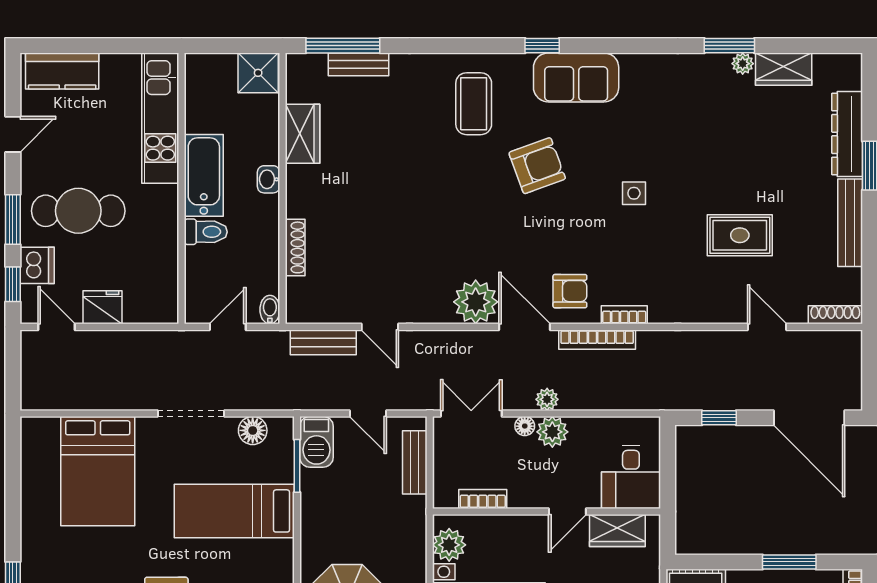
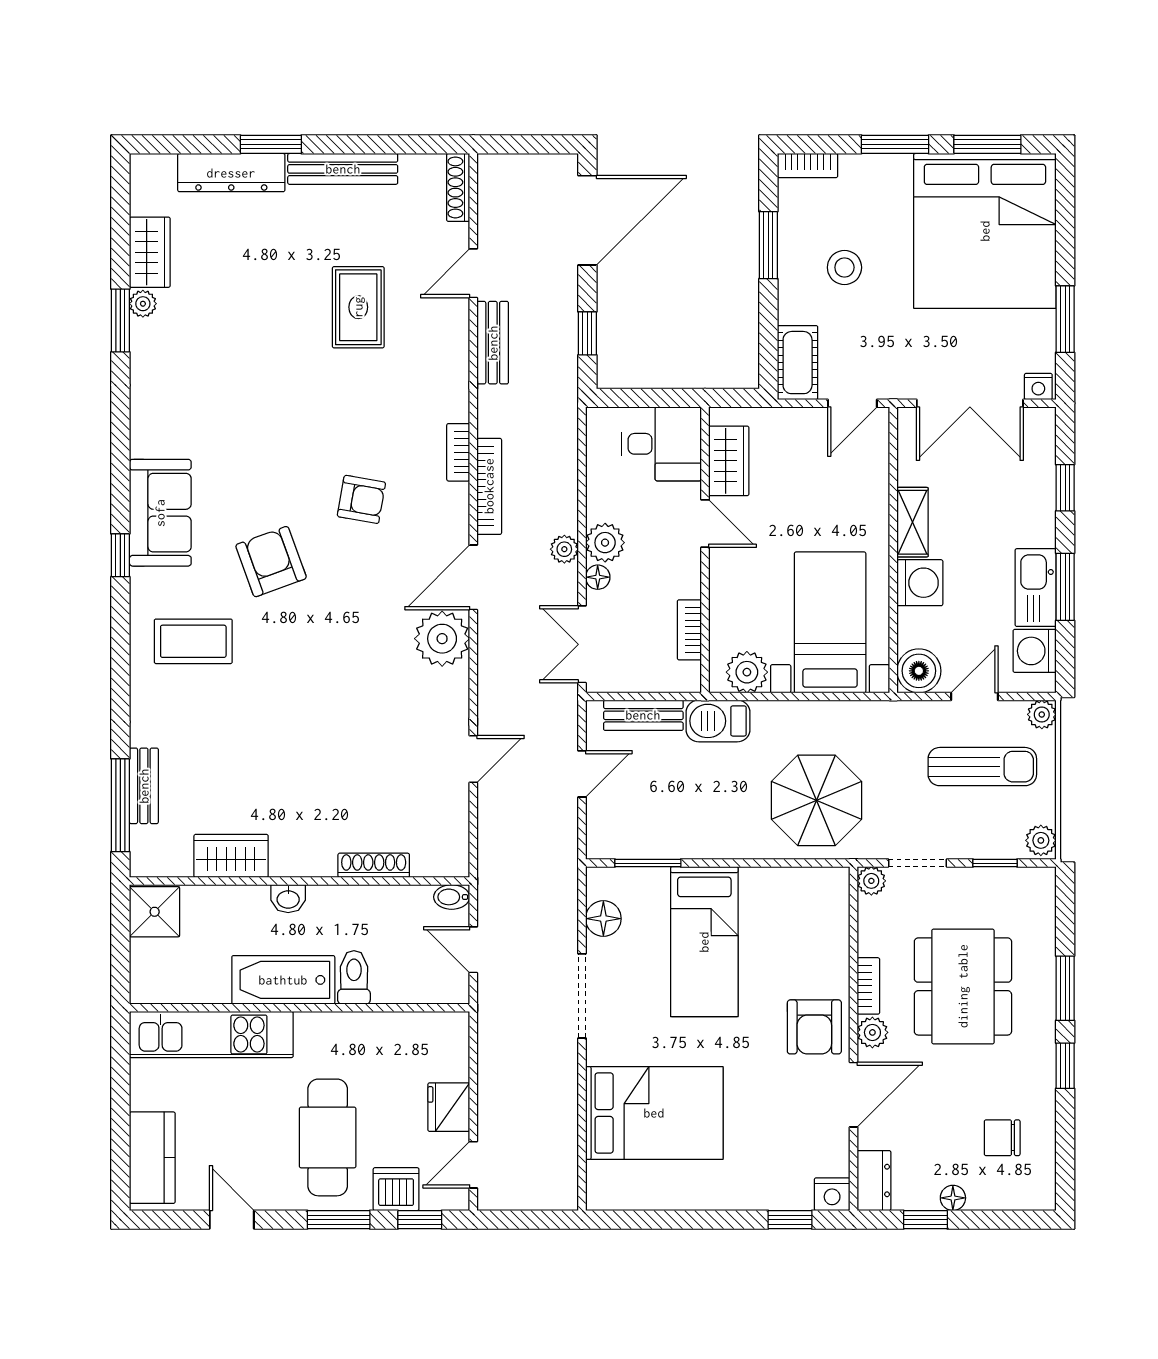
side table: (634, 193) -> (306, 440), removed
armchair: (570, 291) -> (361, 499), moved, turned 100
bench: (323, 342) -> (493, 343), moved
barbecue: (316, 442) -> (718, 721), moved, turned 180

